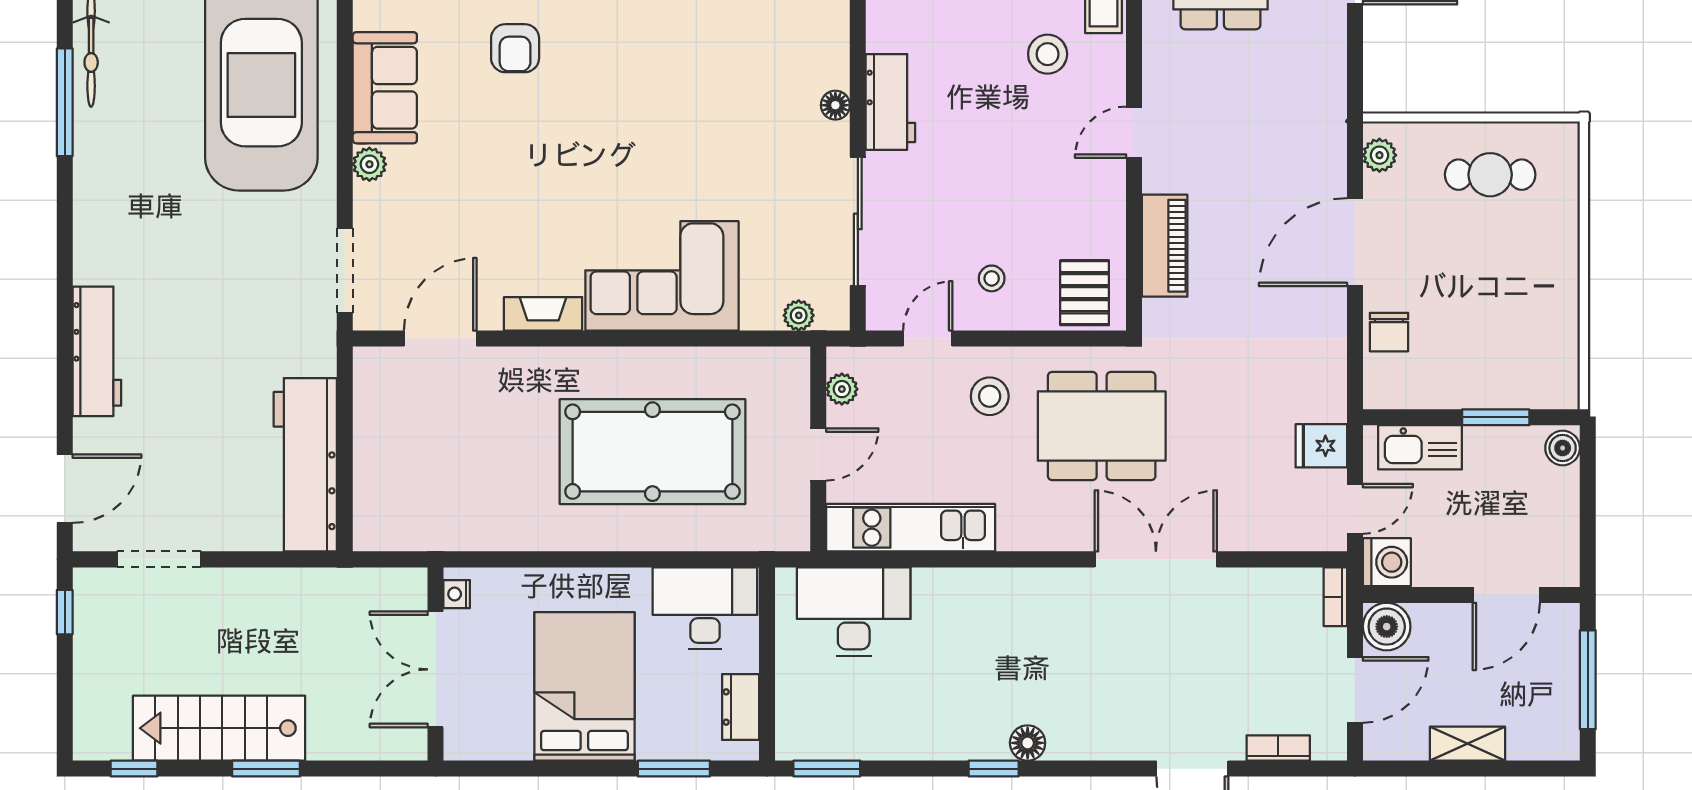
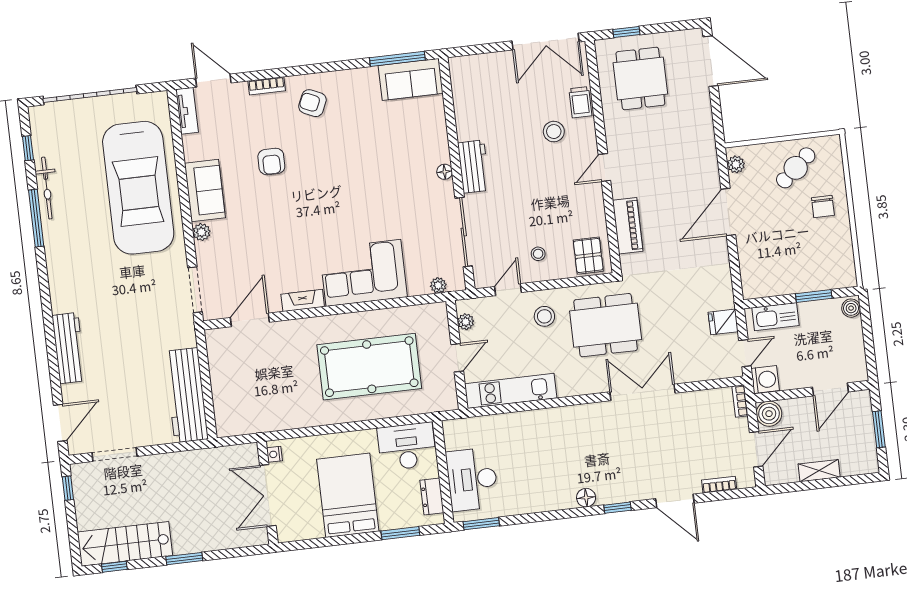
cafe table: (1490, 175) -> (796, 168), turned -41
chair: (1389, 332) -> (823, 206), moved
desk: (854, 612) -> (472, 479), moved, turned -90
window: (1588, 680) -> (879, 429), width x0.69
stairs: (219, 728) -> (125, 544), moved
window: (994, 769) -> (618, 508), moved

